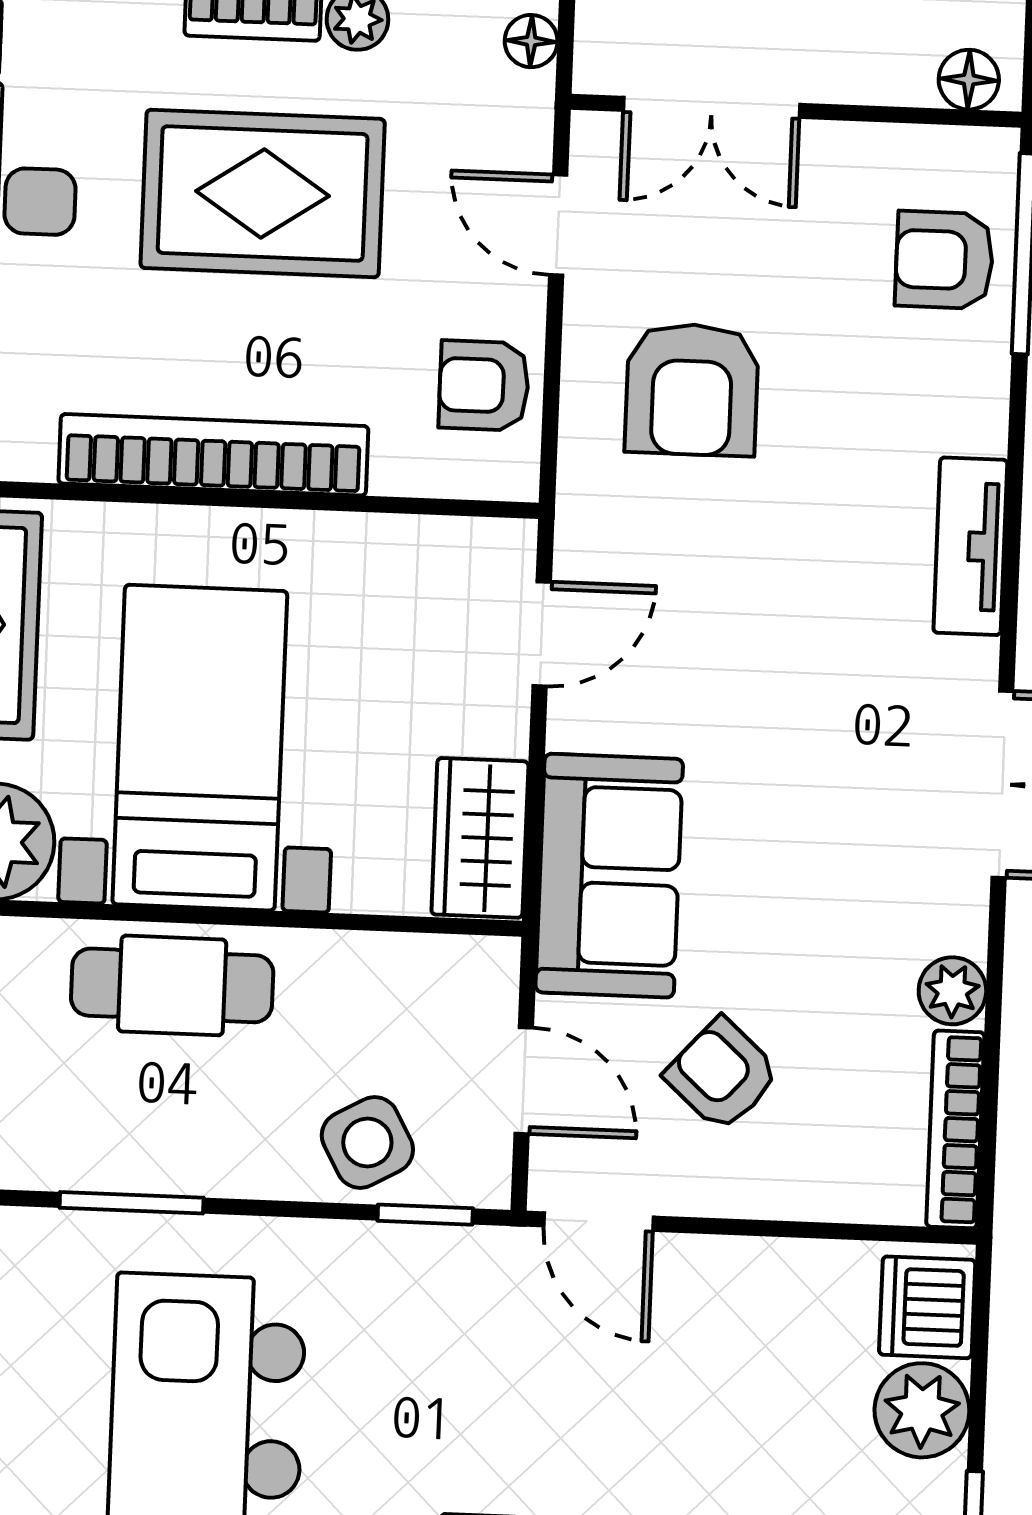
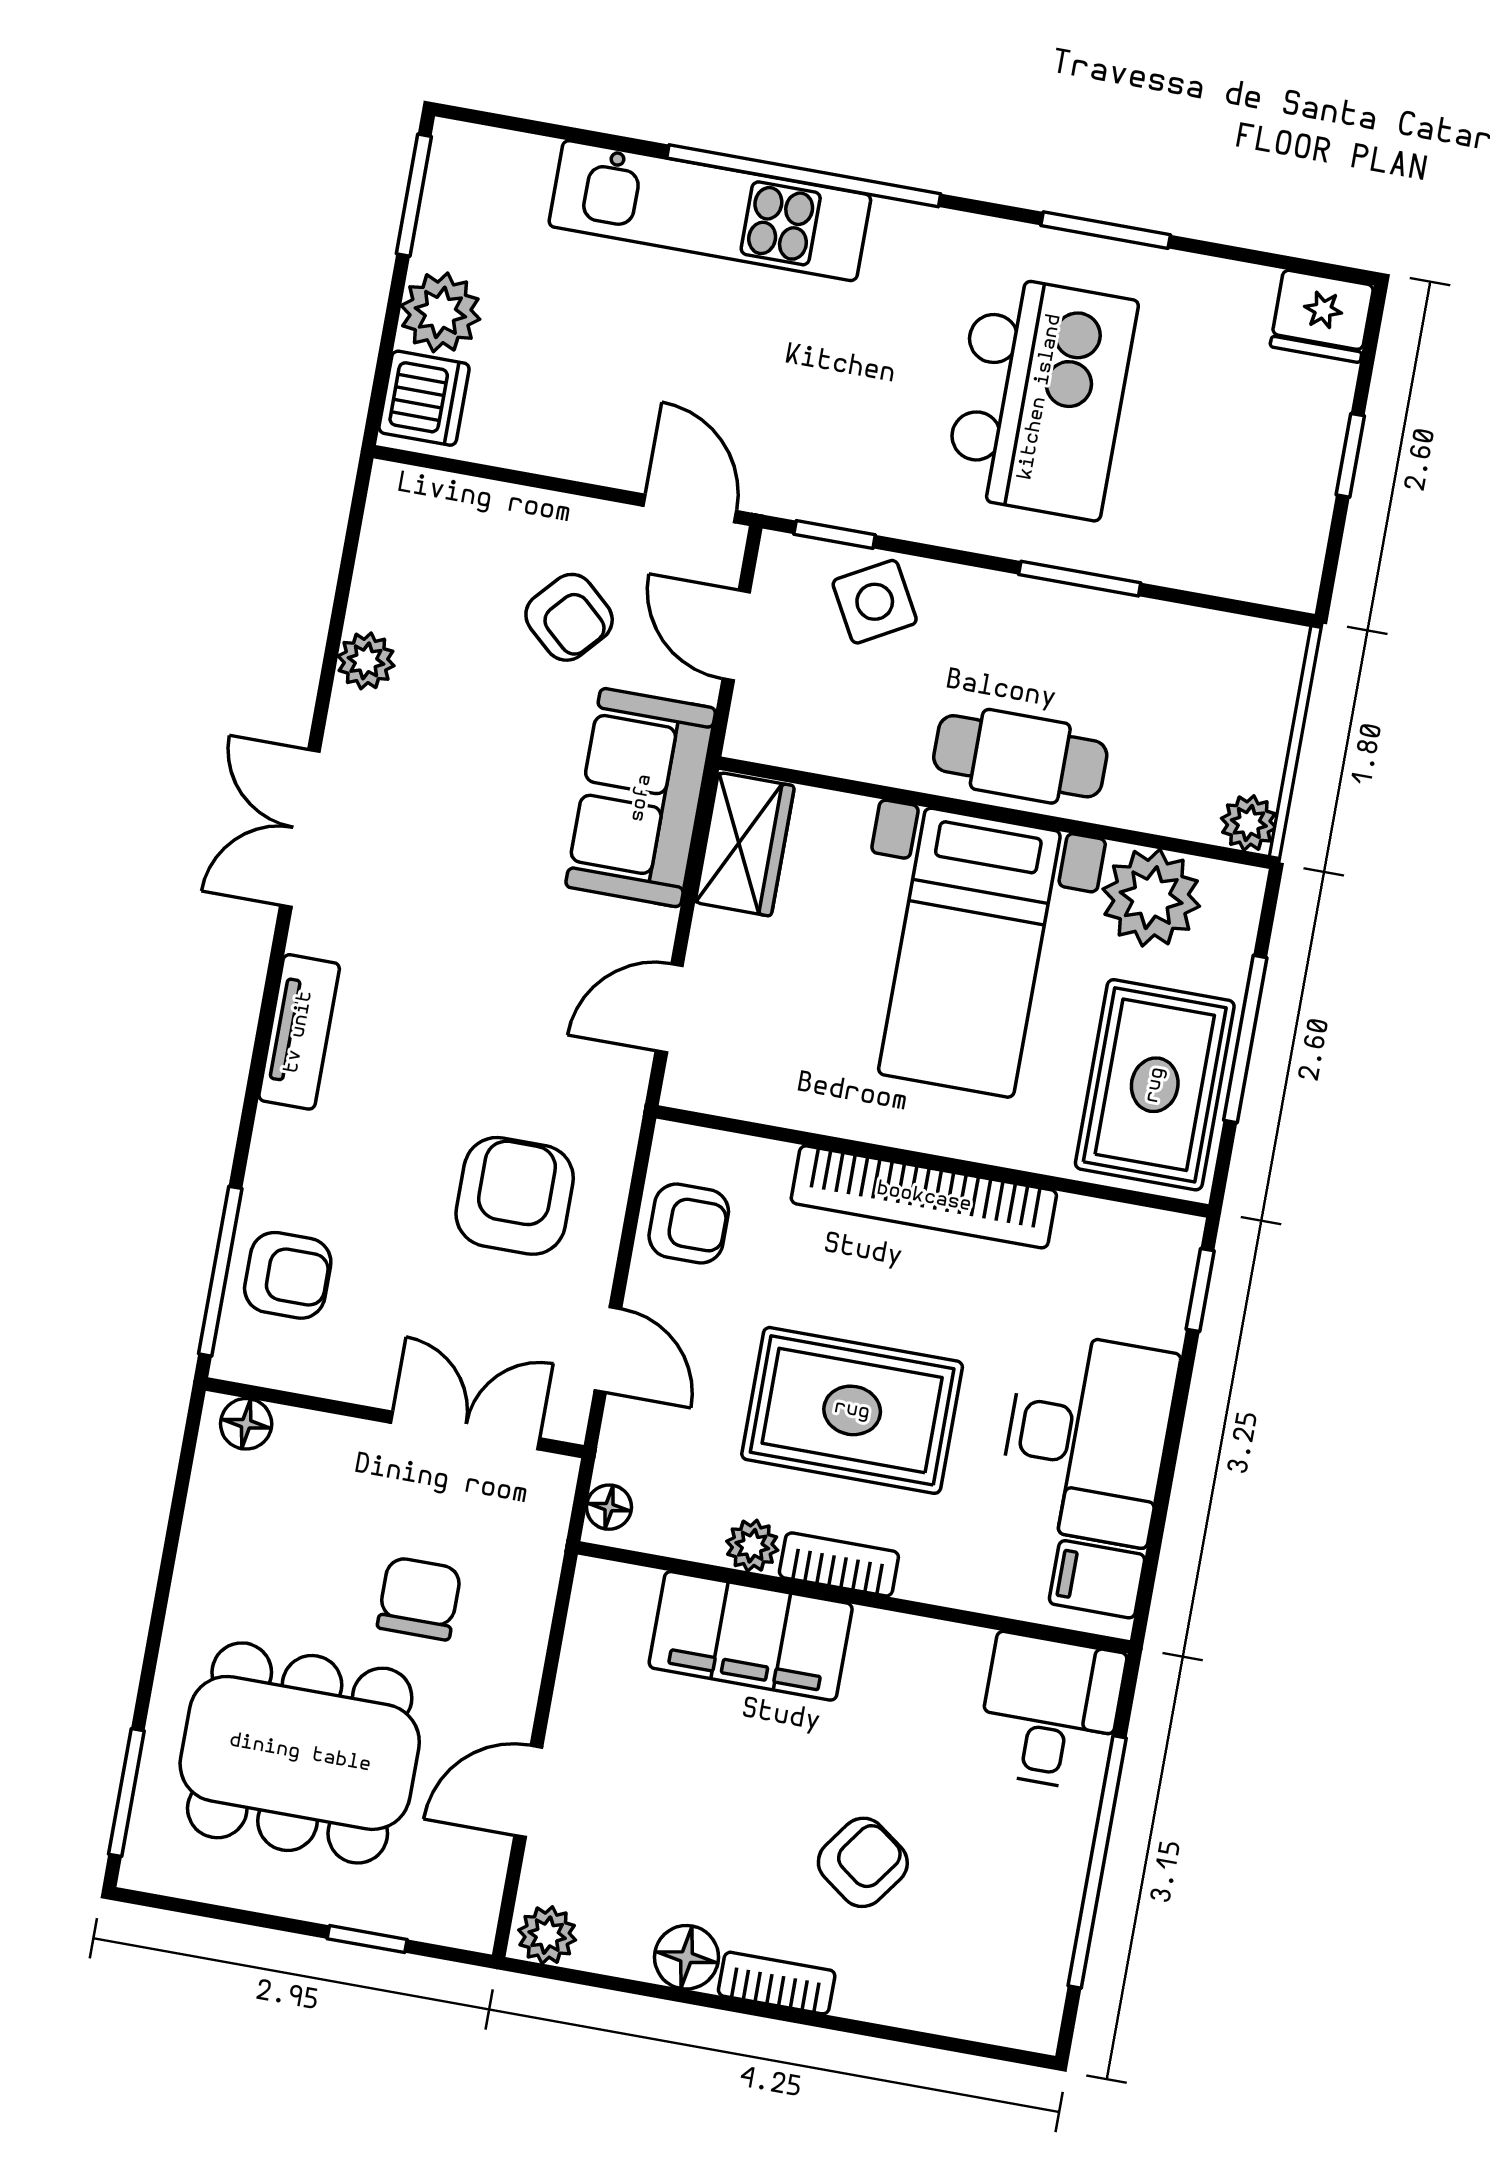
bookcase: (955, 1129) -> (380, 544), removed

